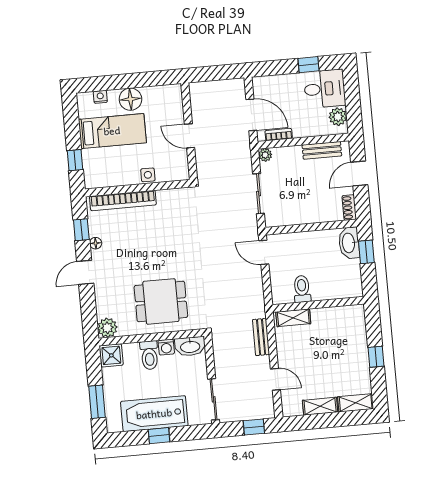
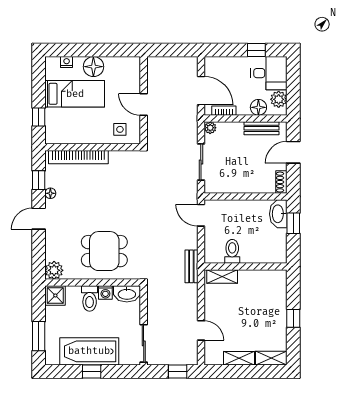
floor lamp: (316, 128) -> (258, 107), added
side table: (148, 175) -> (120, 129), moved
bench: (261, 337) -> (191, 266), moved

